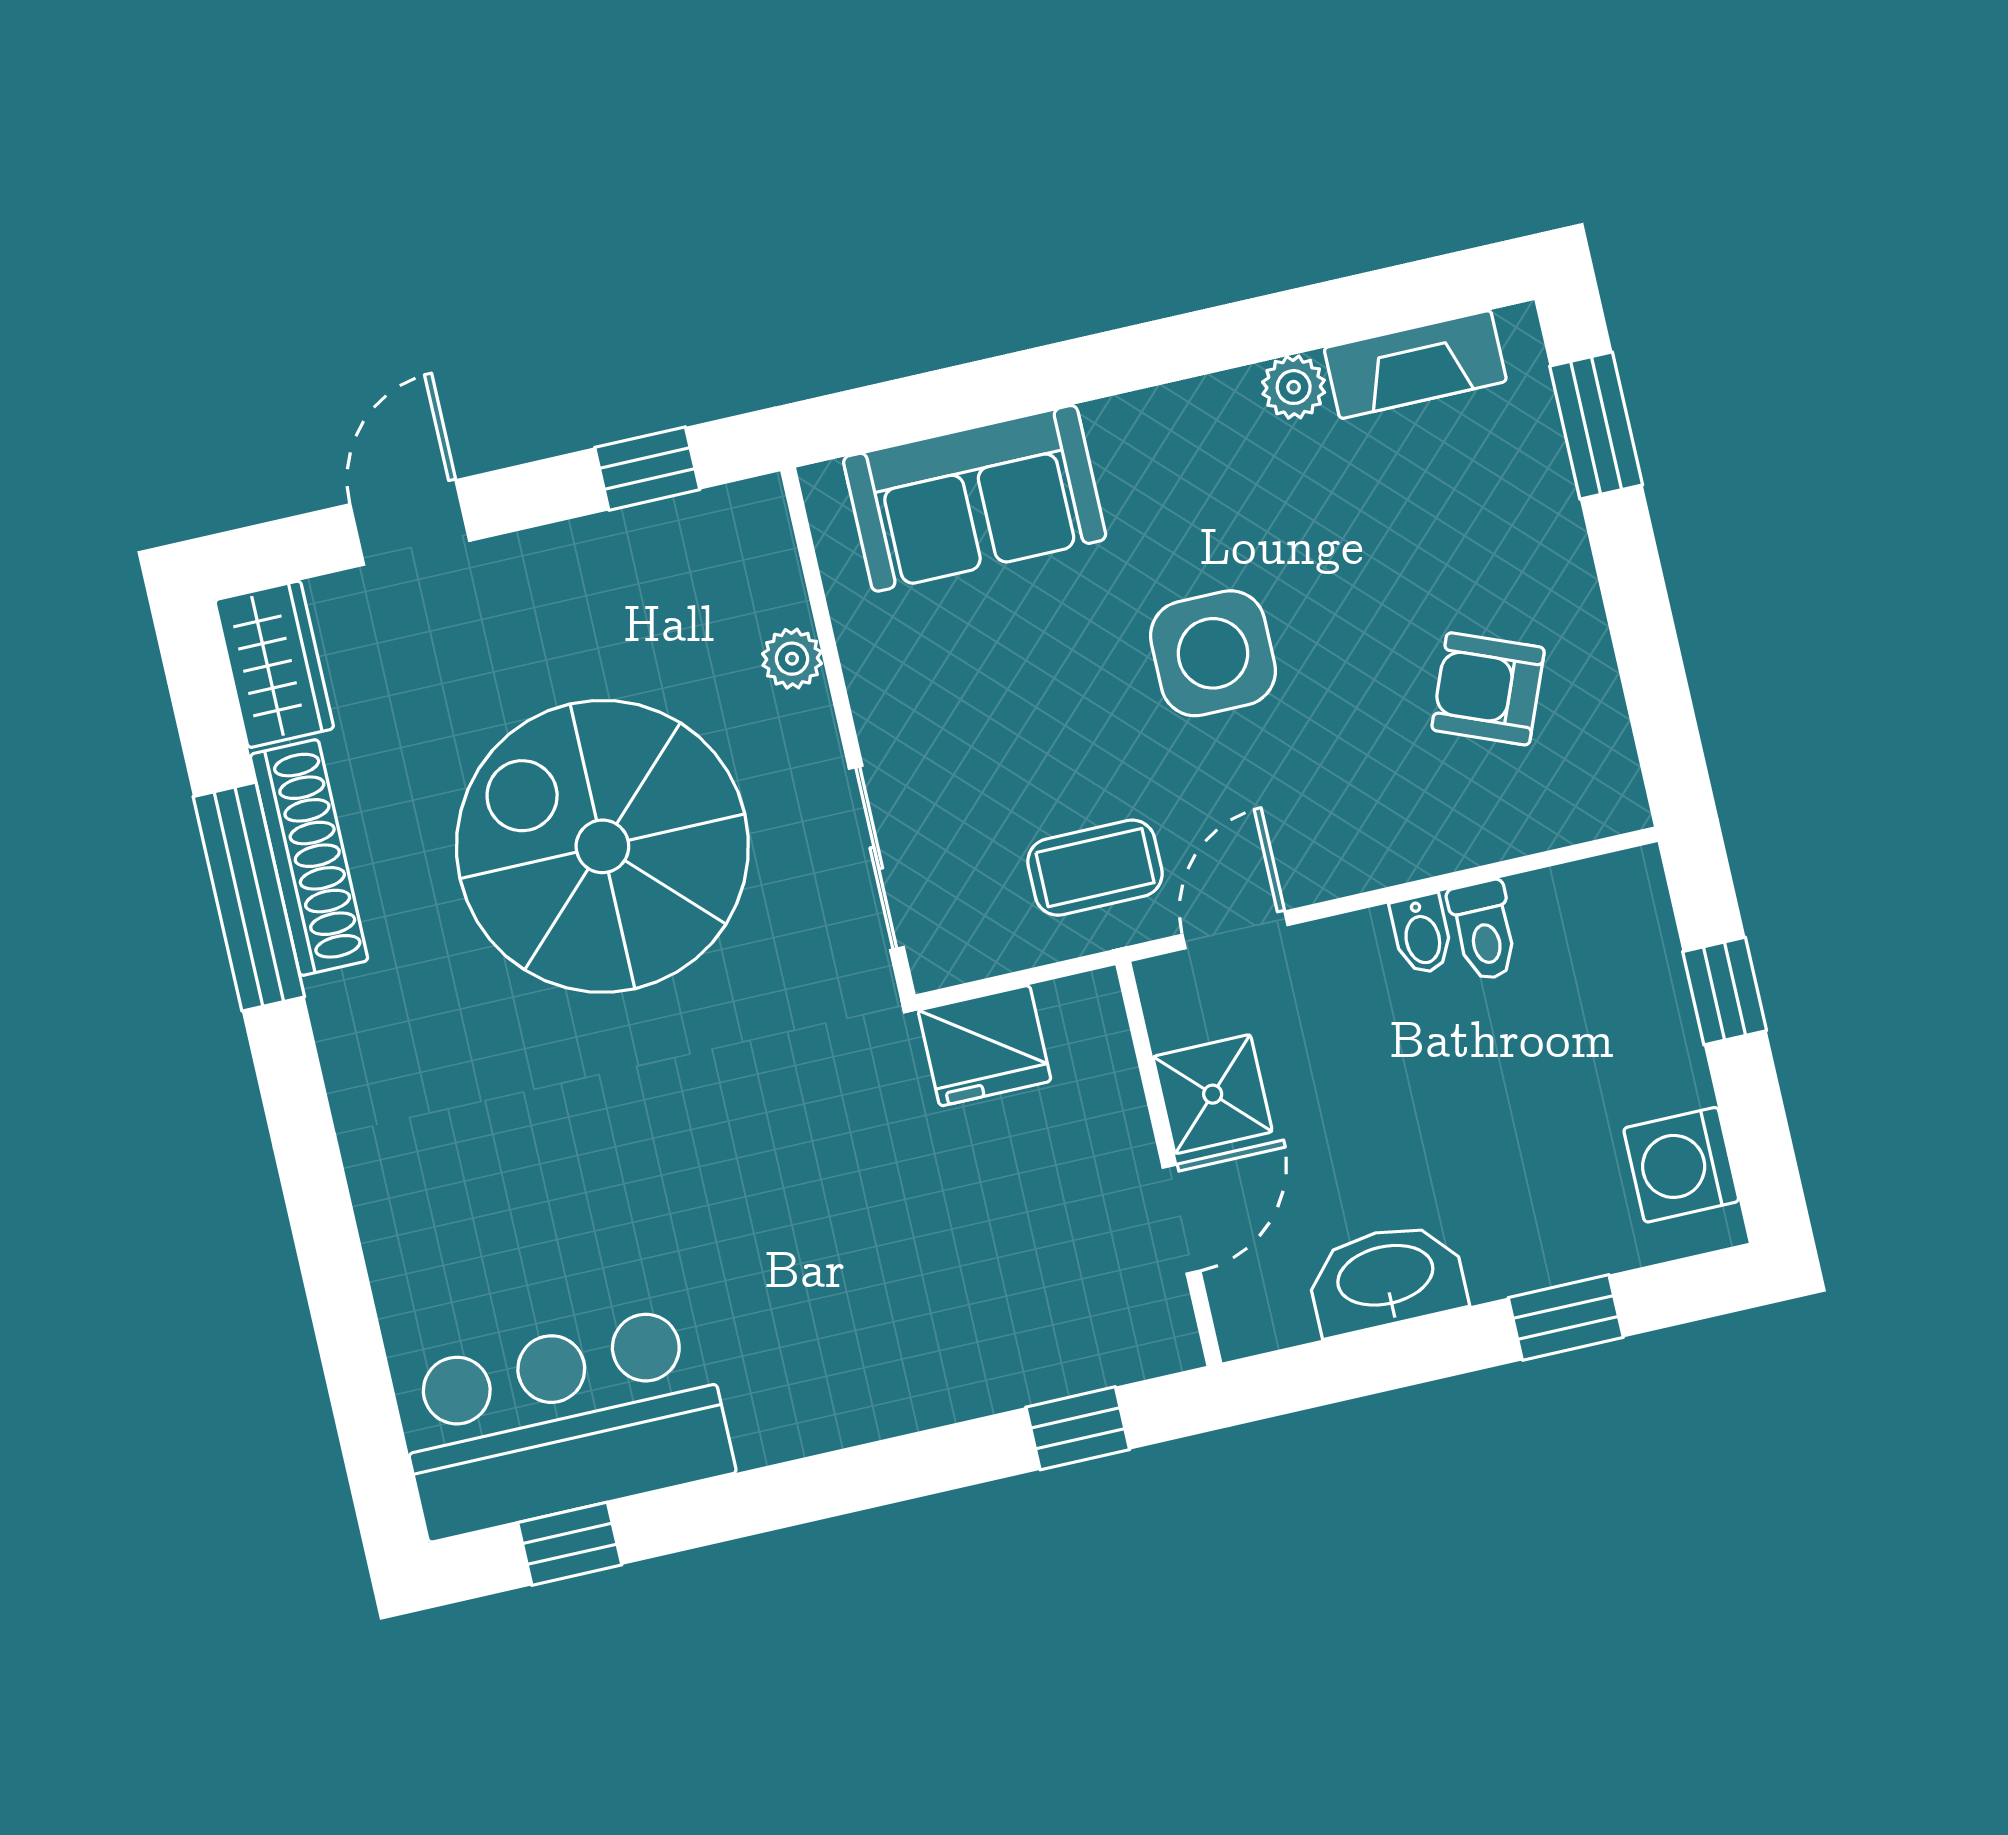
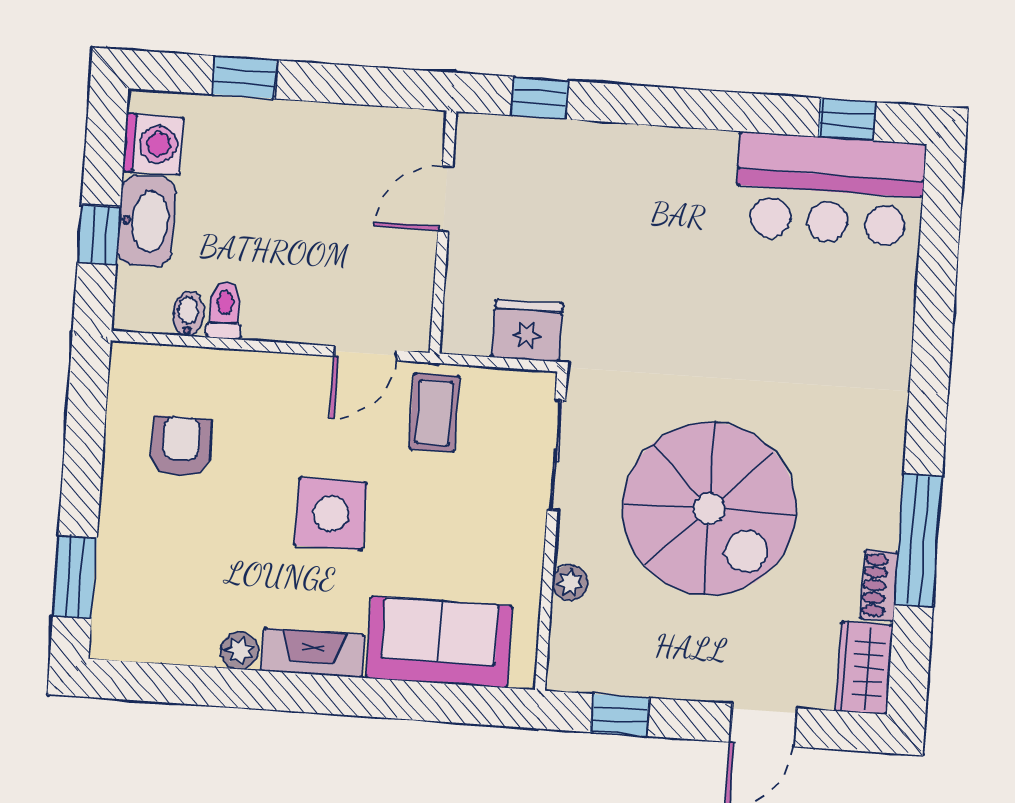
fireplace: (1415, 365) -> (313, 653), moved
armchair: (1488, 689) -> (181, 446), turned -112
shoe rack: (309, 858) -> (879, 585), width x0.51, depth x0.81
coffee table: (1095, 868) -> (434, 412), turned 90
bidet: (1422, 934) -> (188, 314), moved
shower: (1213, 1094) -> (406, 264), removed
washbasin: (1386, 1278) -> (146, 221), moved, turned -90

